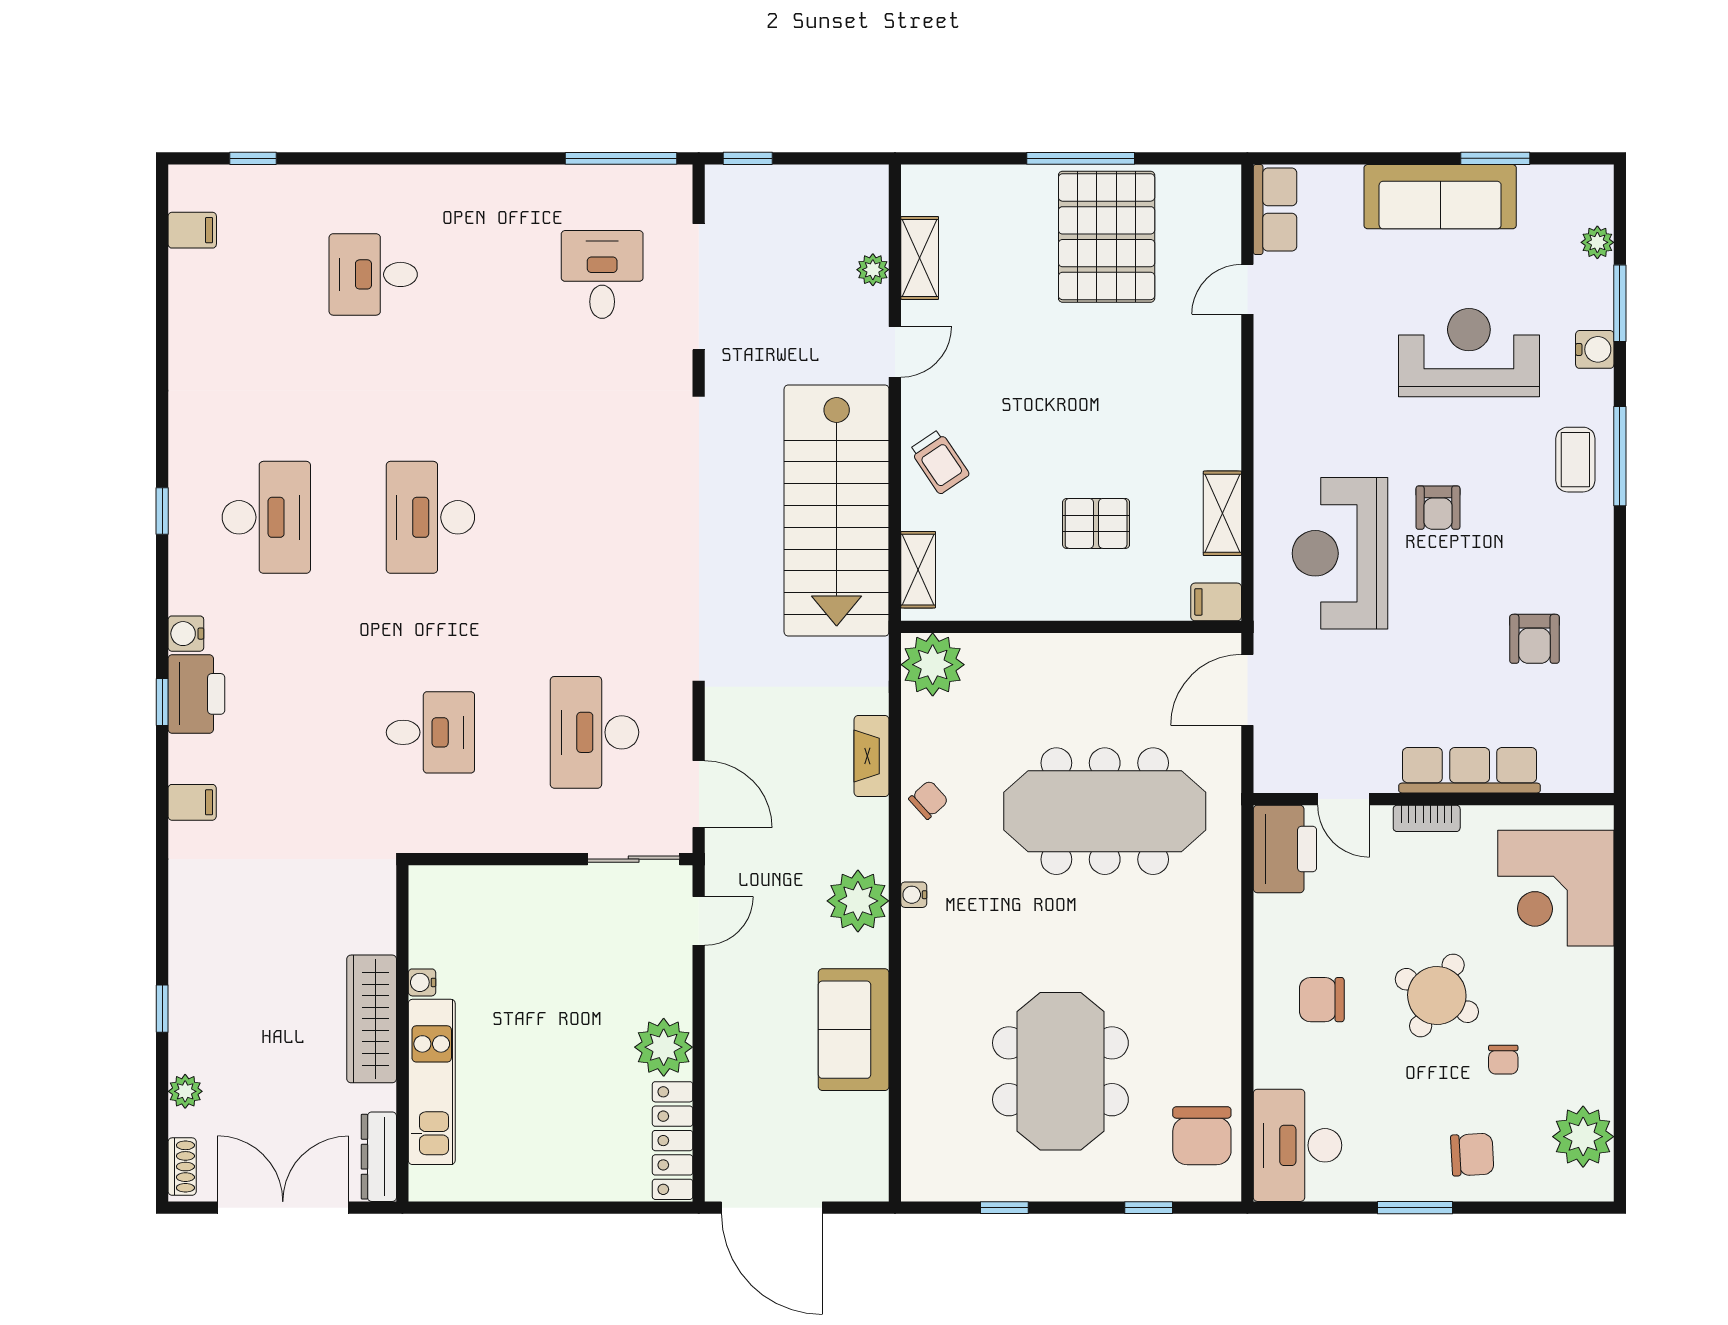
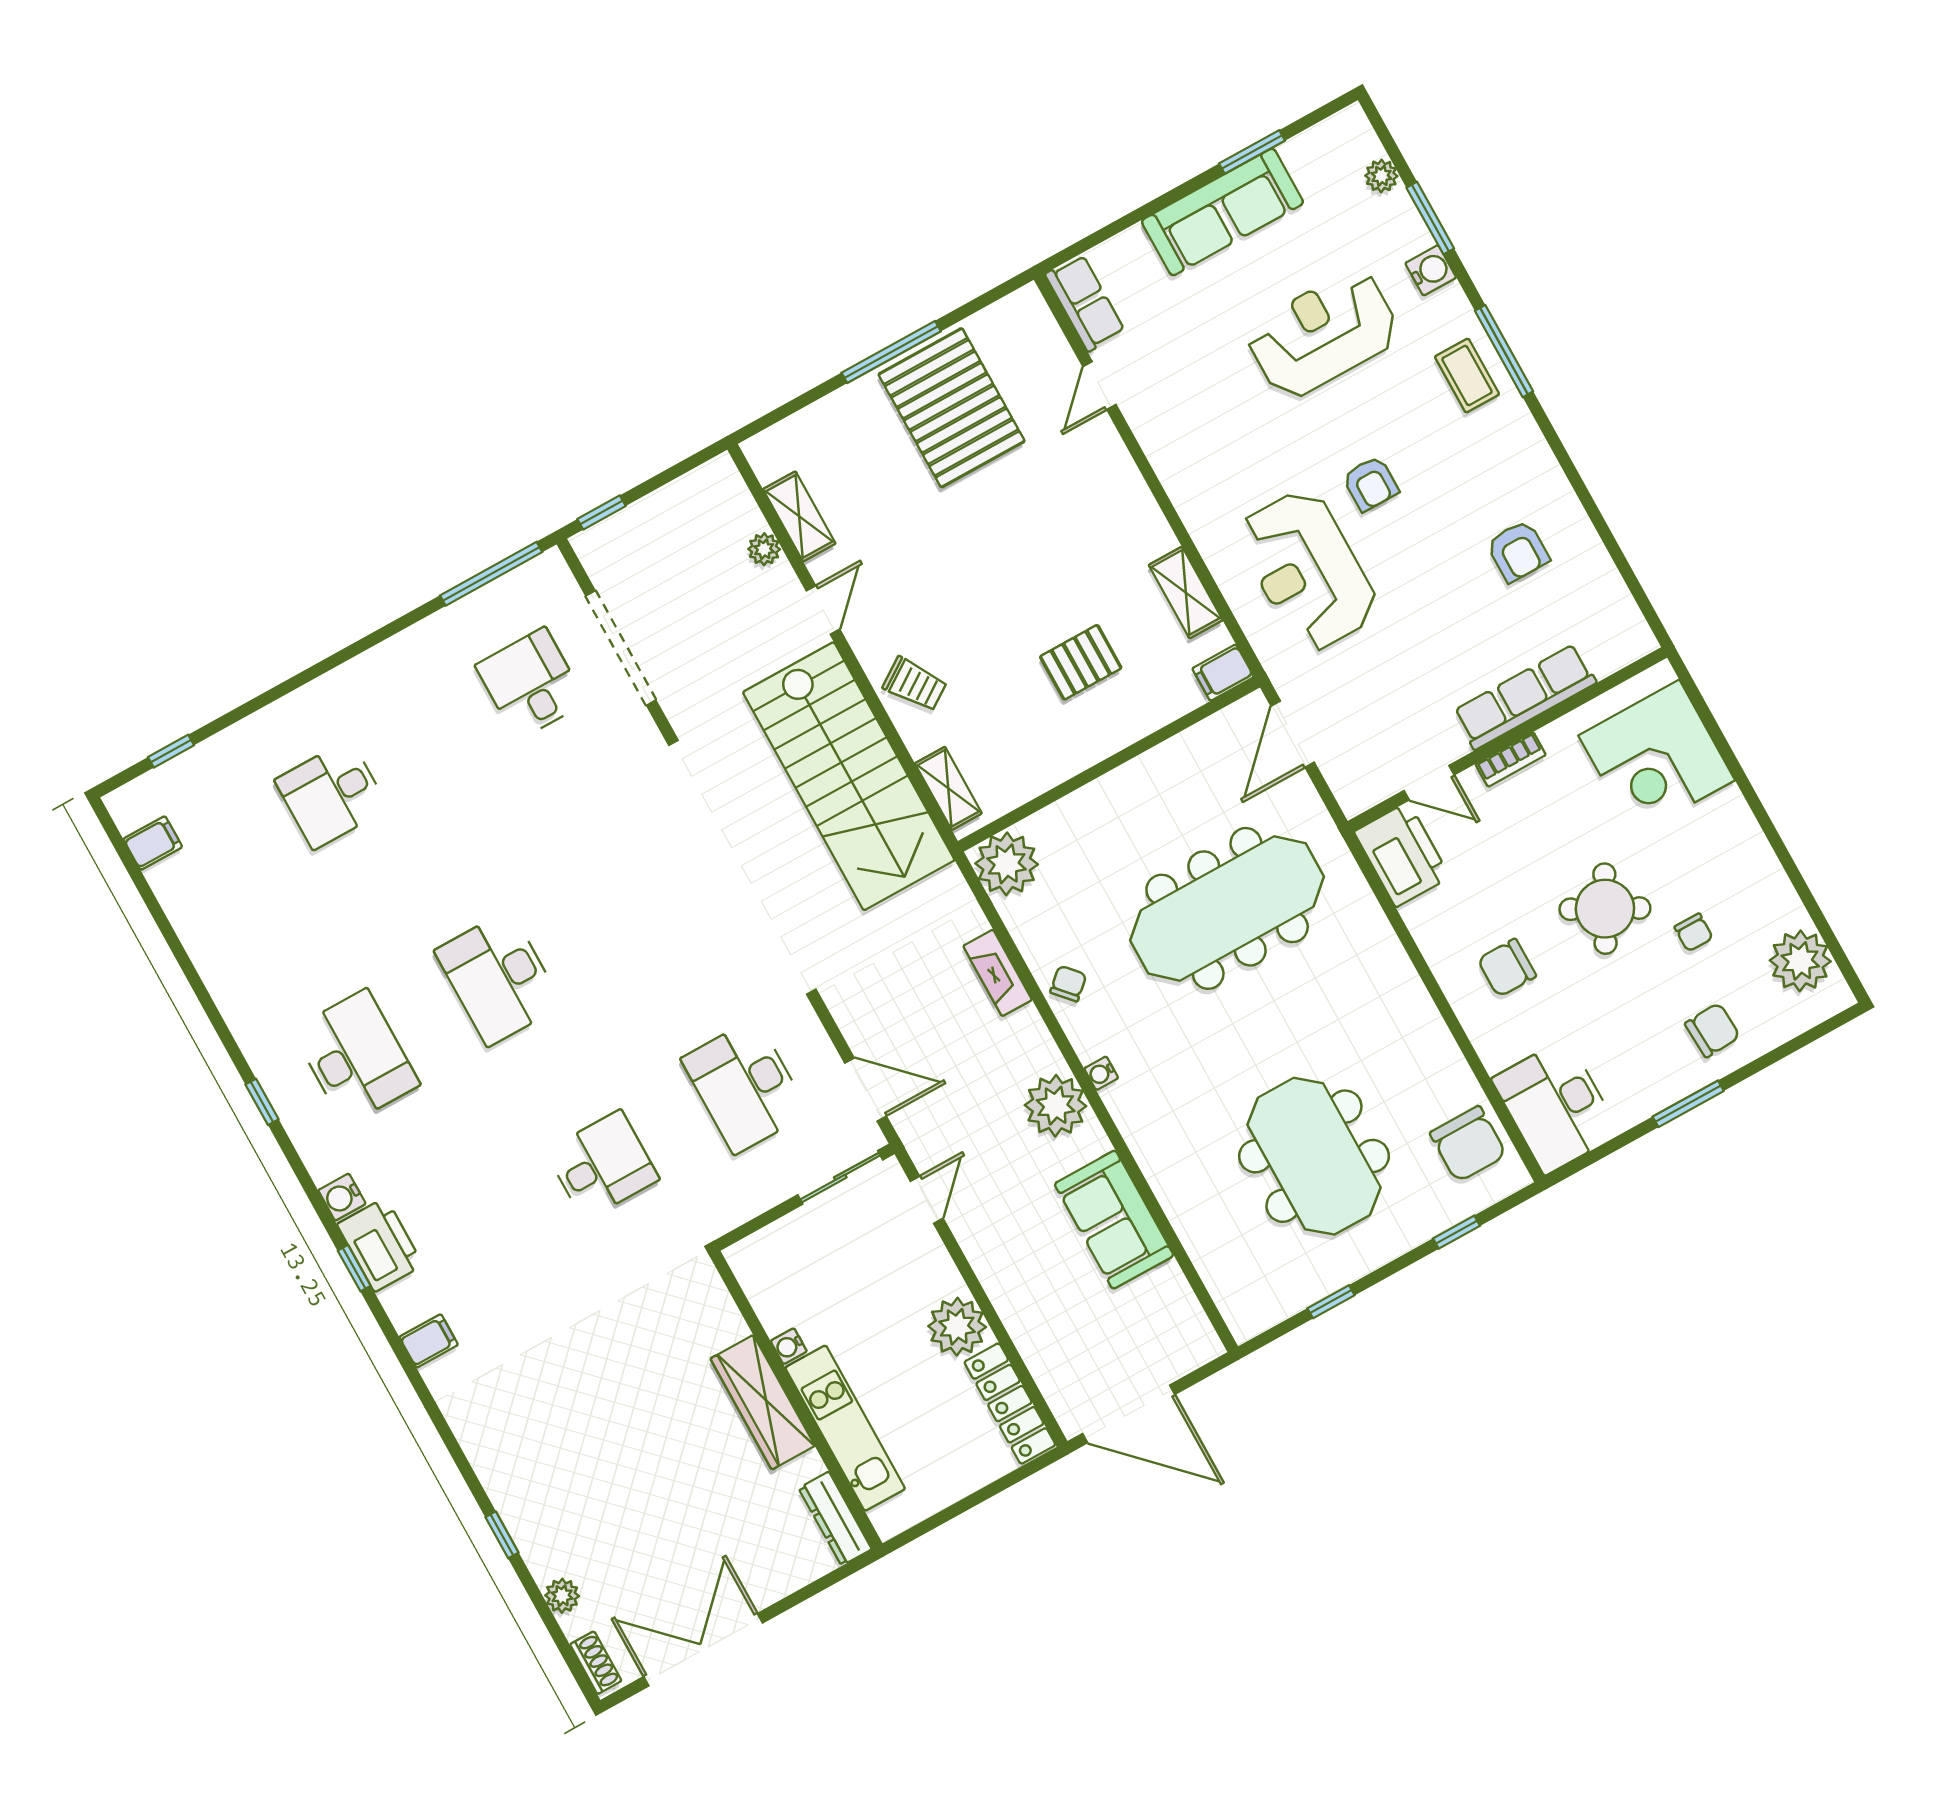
water cooler: (422, 982) -> (789, 1346), moved
wardrobe: (372, 1019) -> (763, 1402), moved
wall: (402, 1033) -> (796, 1400), moved
kitchen unit: (432, 1082) -> (845, 1428), moved
dresser: (379, 1157) -> (835, 1519), moved

